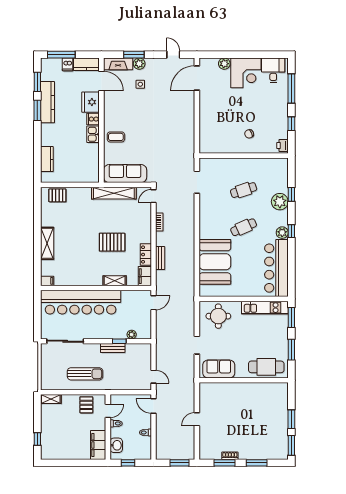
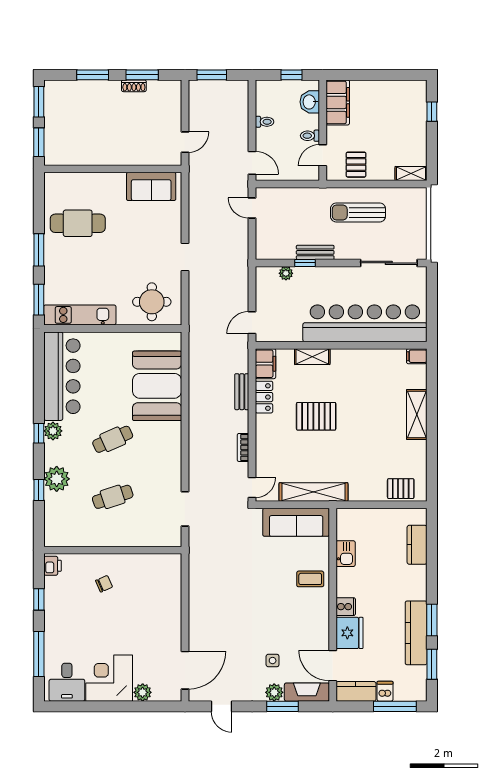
kitchen sink: (93, 134) -> (346, 554), moved
sofa: (219, 369) -> (151, 186), moved
wall: (244, 380) -> (113, 169), moved

